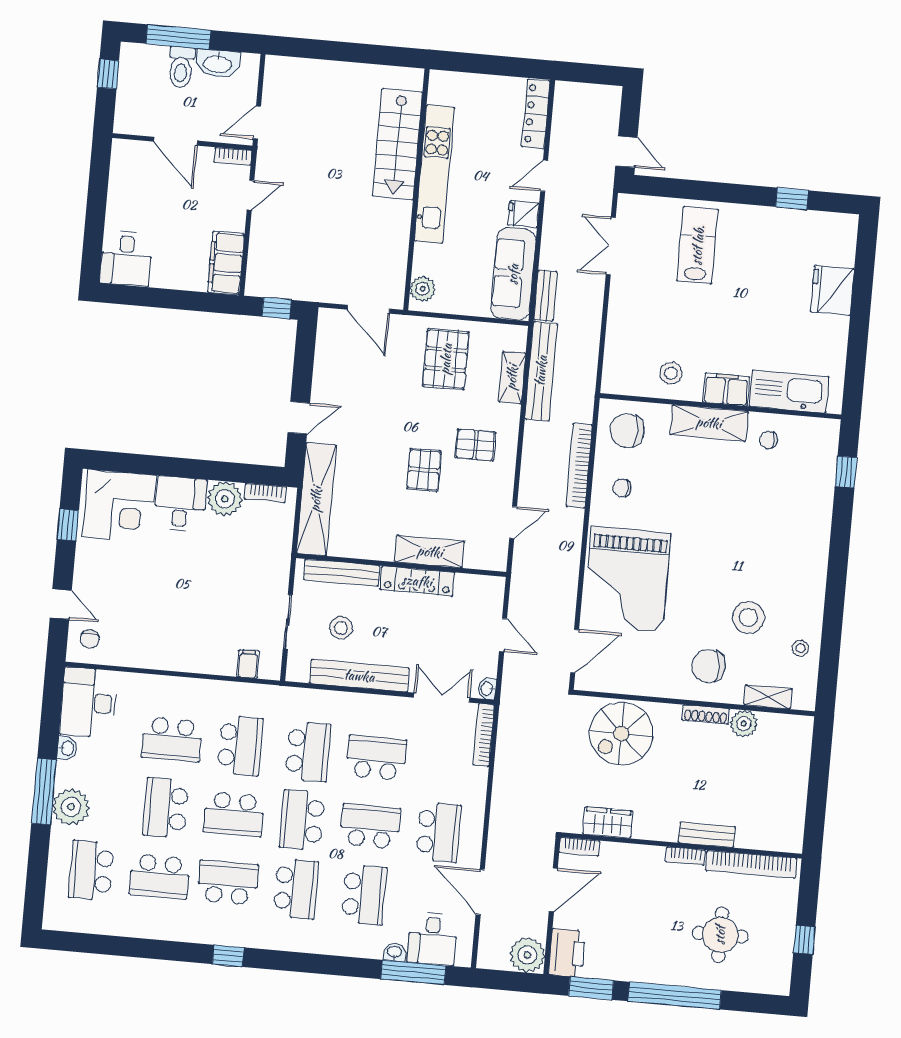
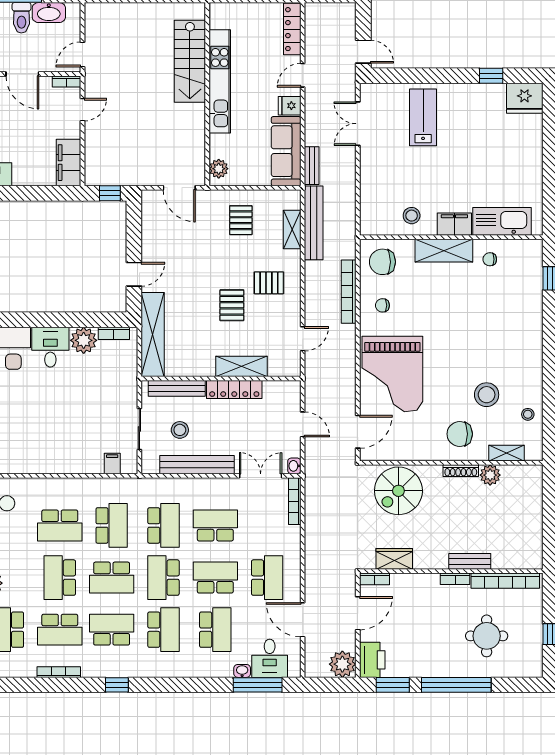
fridge: (832, 290) -> (524, 98), moved, turned -90
pallet: (446, 359) -> (241, 220), width x0.67, depth x0.71
bookcase: (153, 932) -> (59, 672), added

